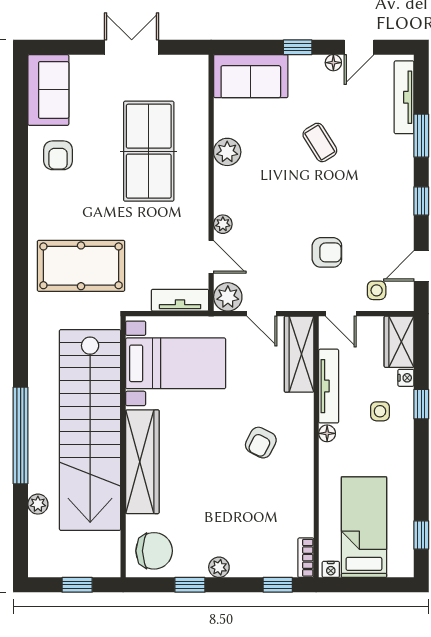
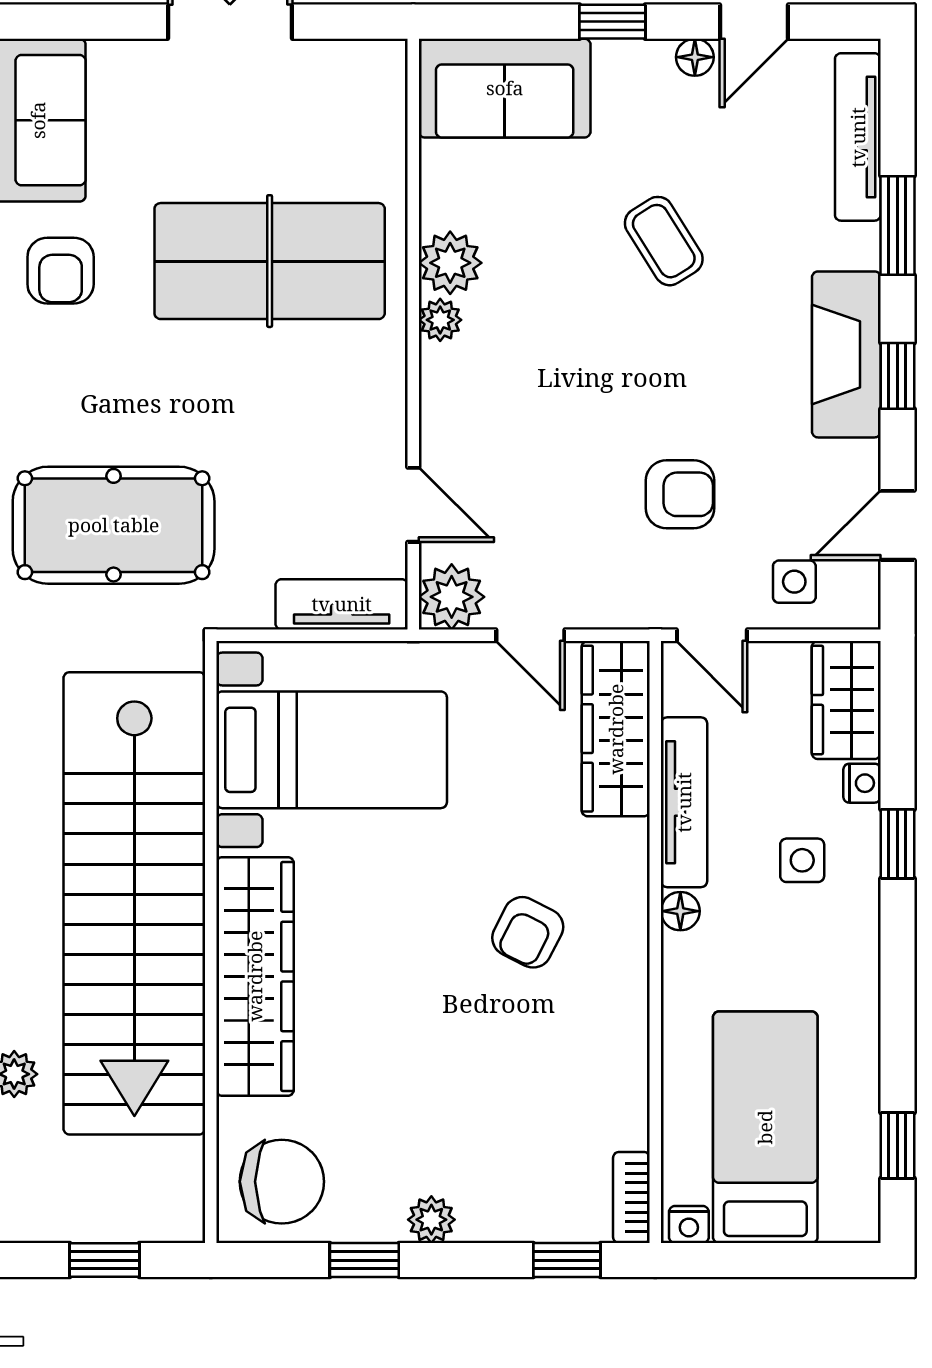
table tennis table: (149, 151) -> (270, 261), turned 90
fireplace: (399, 192) -> (846, 354), added
plant: (223, 224) -> (440, 320), moved

